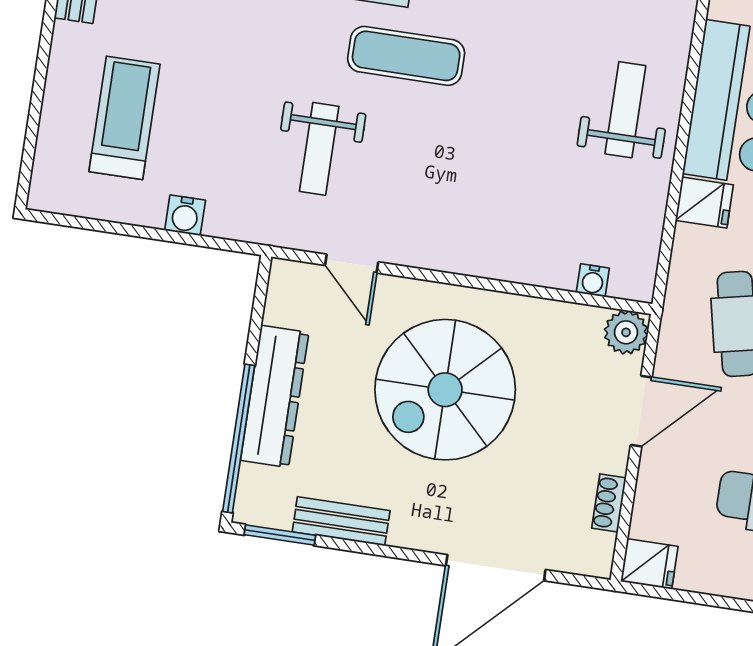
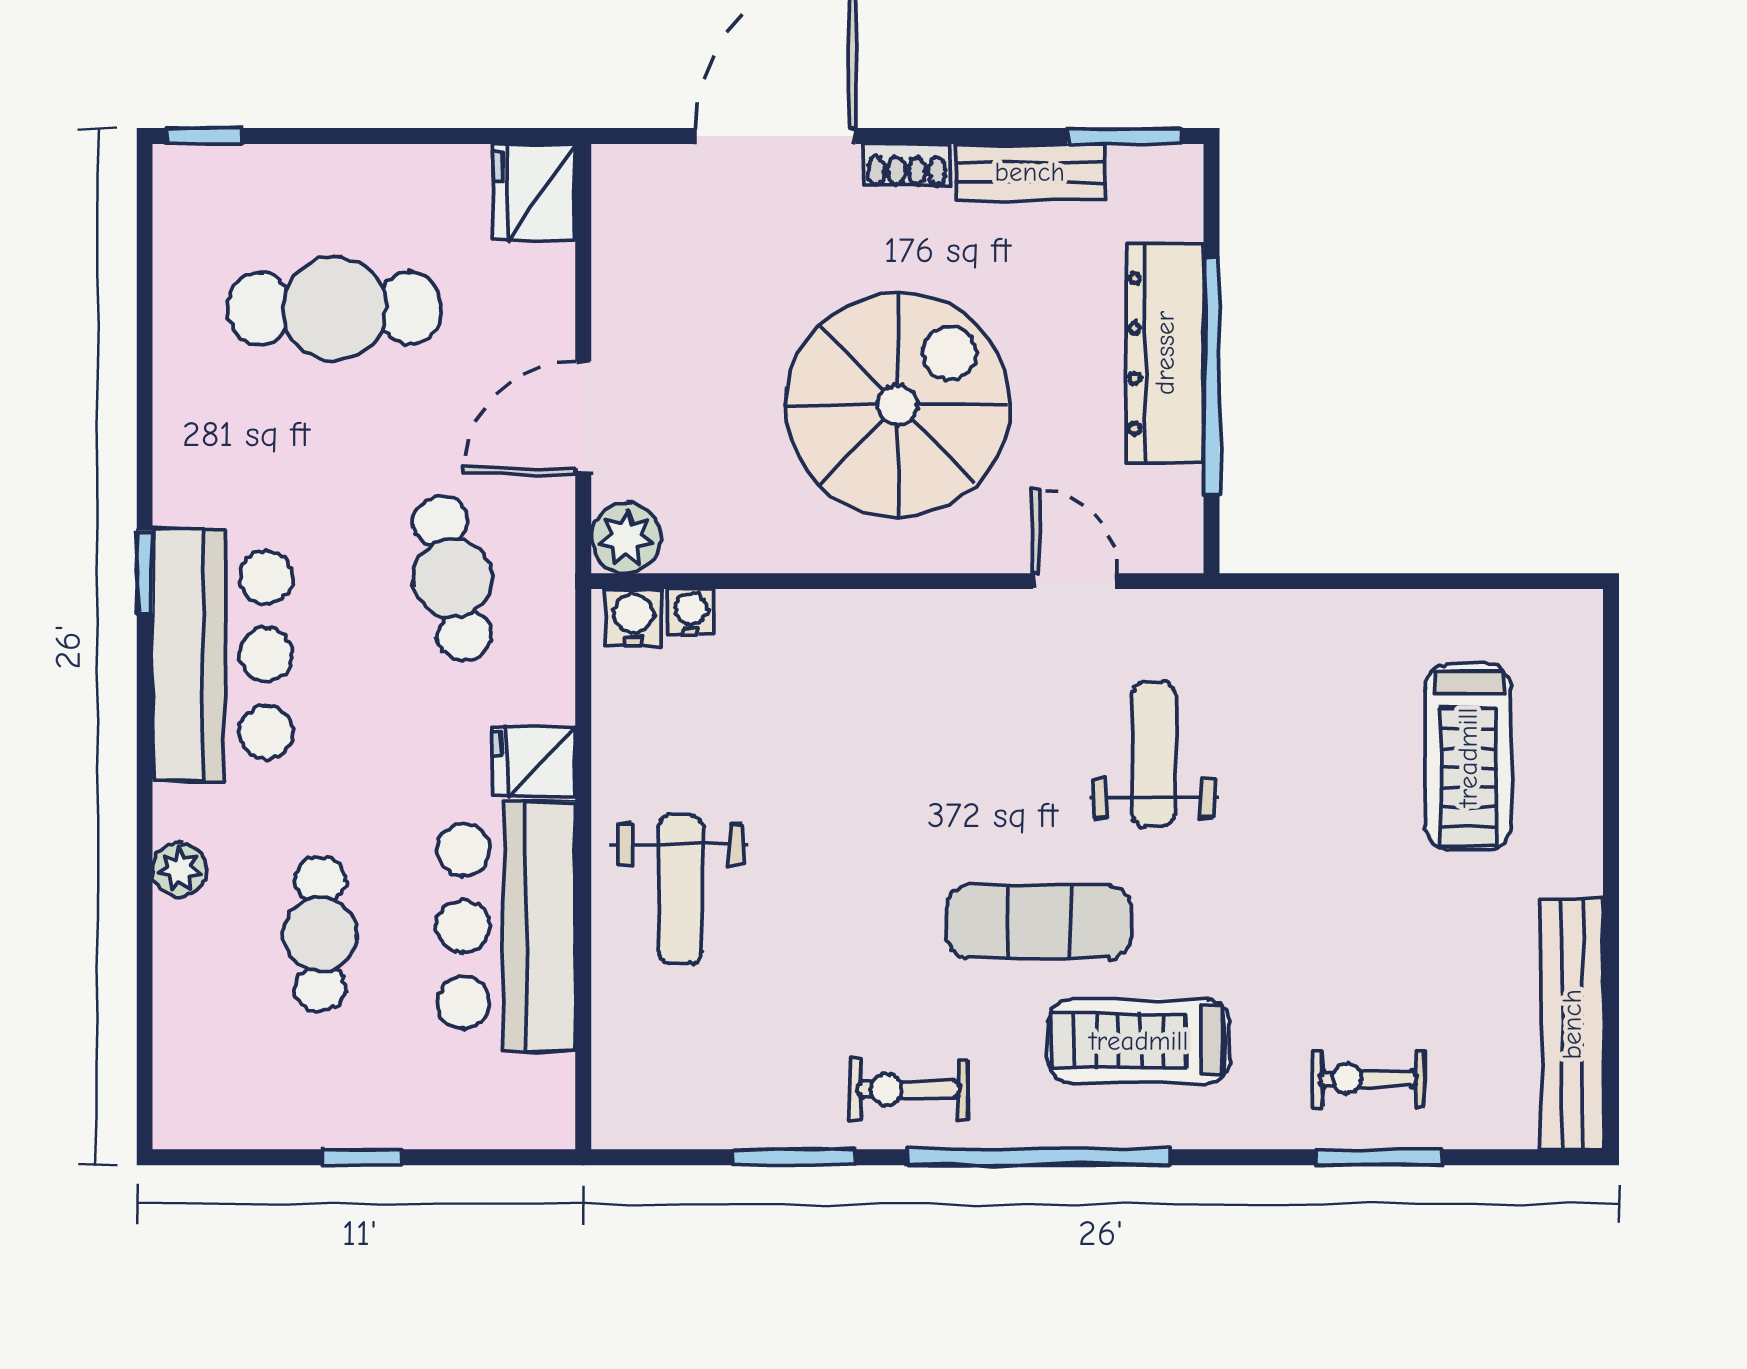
water cooler: (185, 215) -> (634, 618), moved
window: (239, 439) -> (1212, 377), moved
shoe rack: (609, 503) -> (907, 165), moved, turned 90
fridge: (649, 564) -> (534, 192), width x1.38

